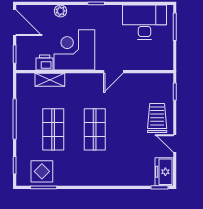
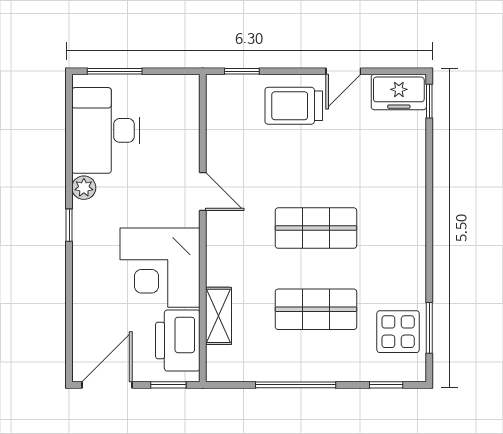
plant: (61, 11) -> (84, 188), moved
printer: (45, 63) -> (178, 340), width x1.87, depth x1.48

